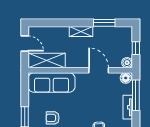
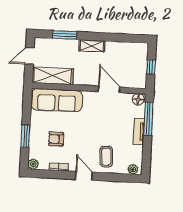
window: (104, 23) -> (65, 35), moved
door: (25, 44) -> (30, 56), swing flipped
boiler: (127, 63) -> (141, 83), removed

